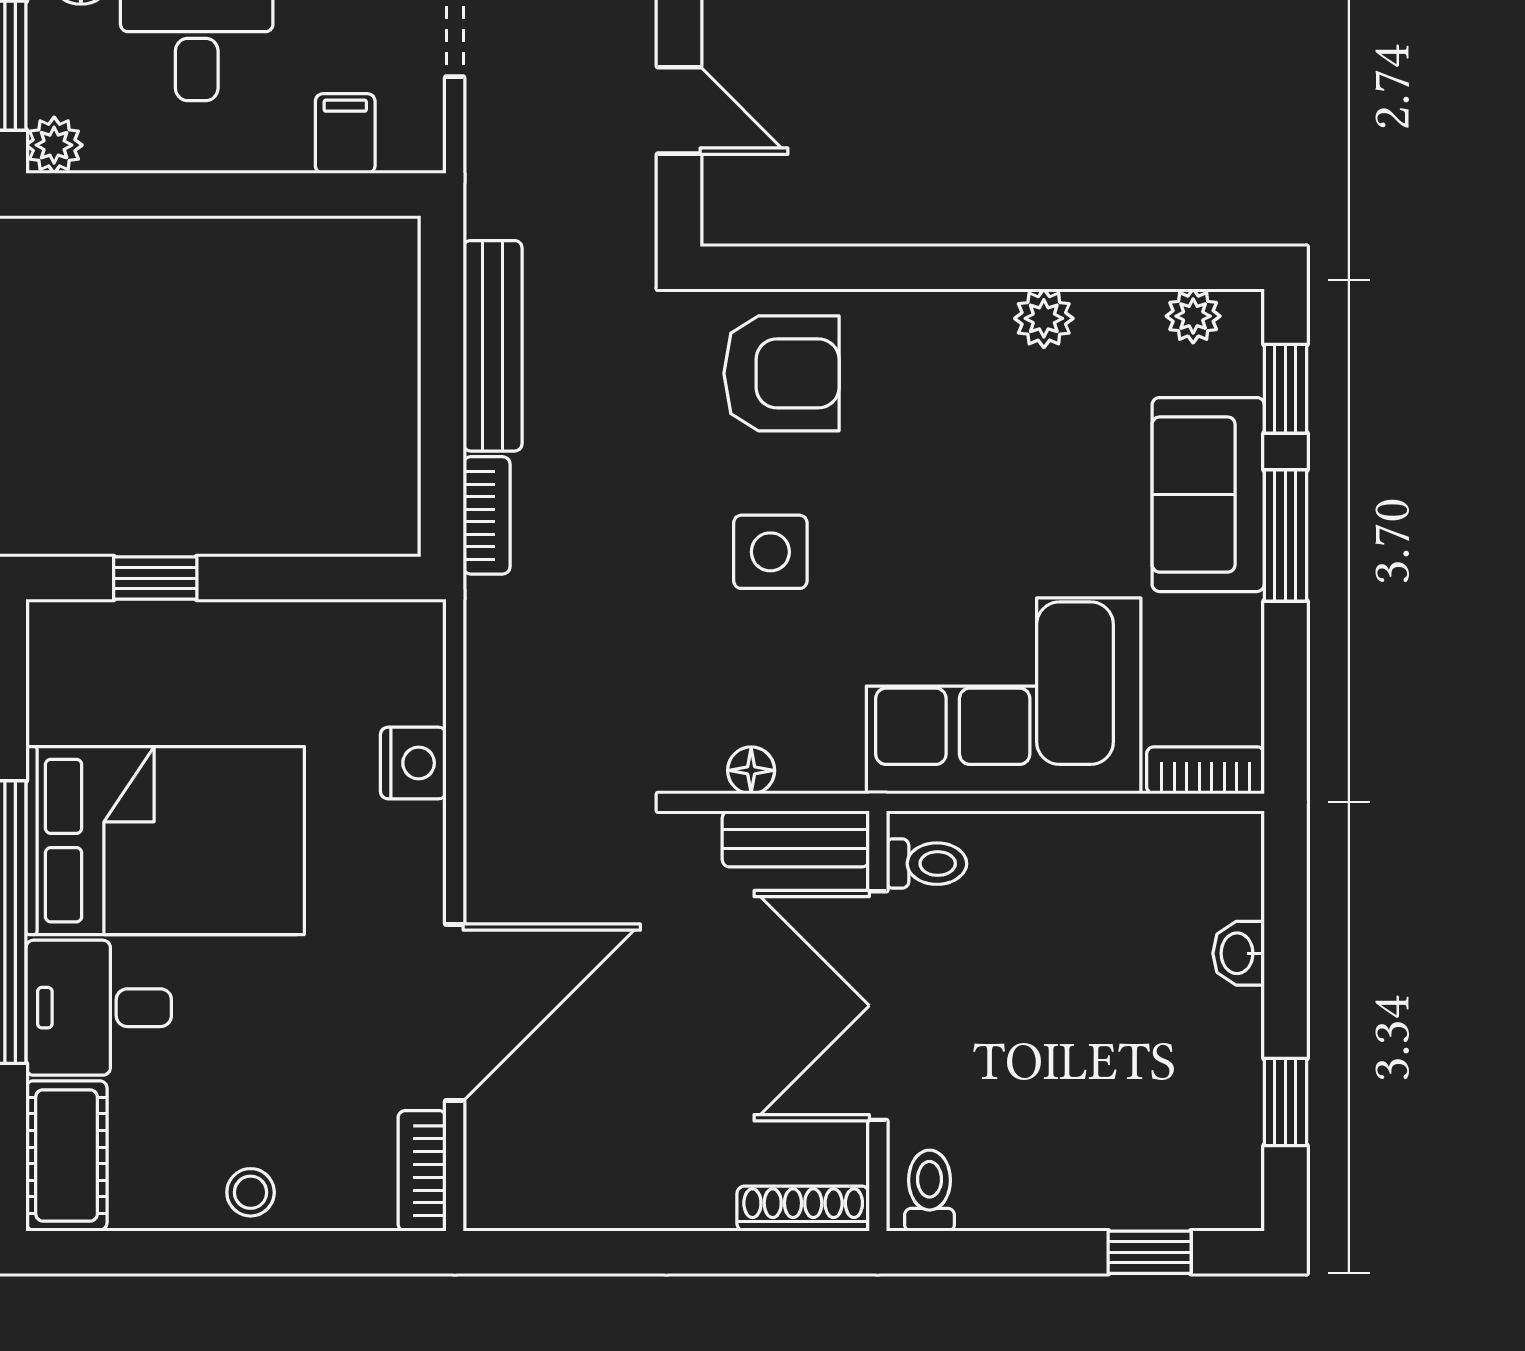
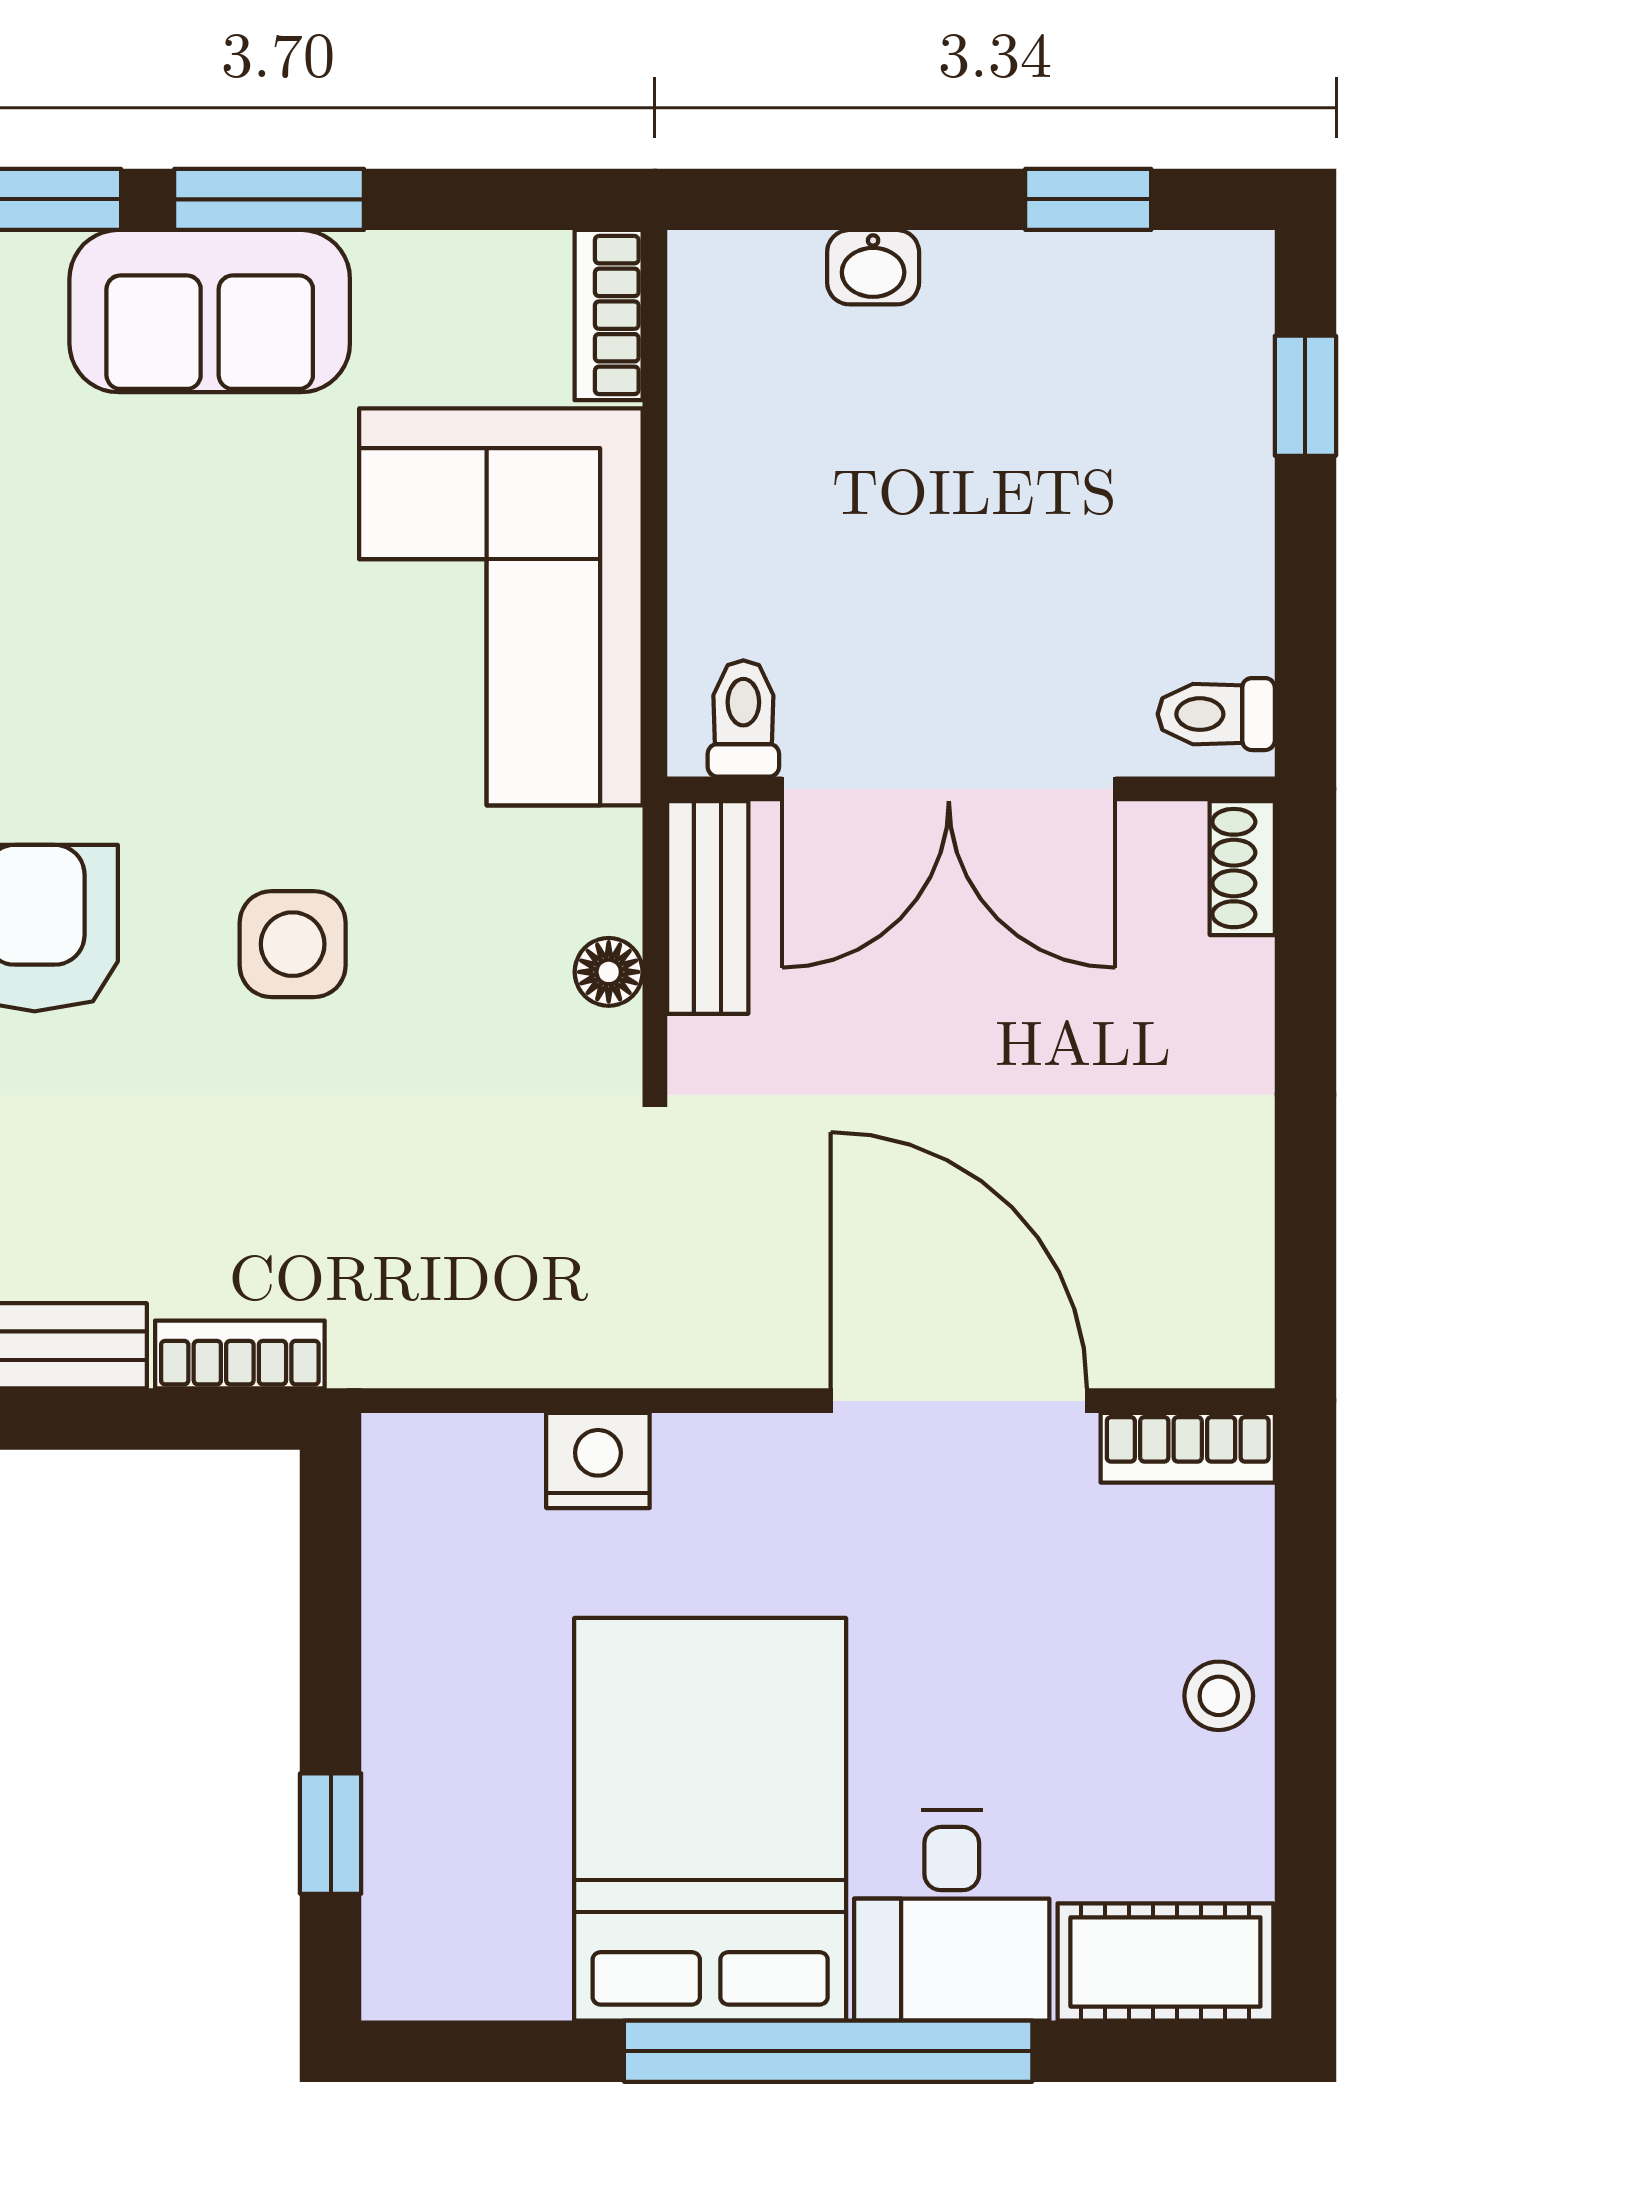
shoe rack: (803, 1209) -> (1242, 868), width x0.70

